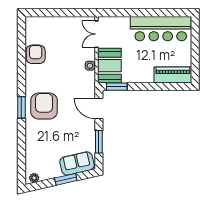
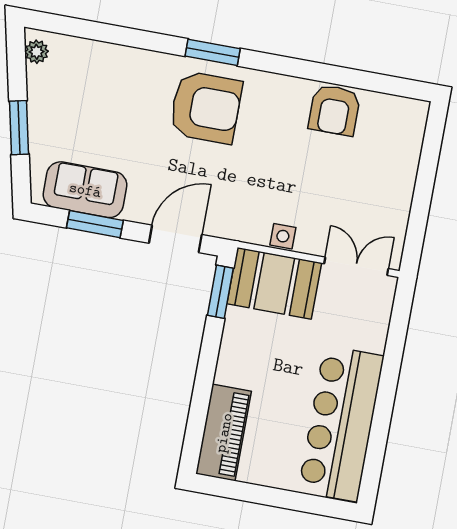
armchair: (36, 54) -> (334, 110), turned 90
sofa: (77, 163) -> (85, 190), moved, turned -77

